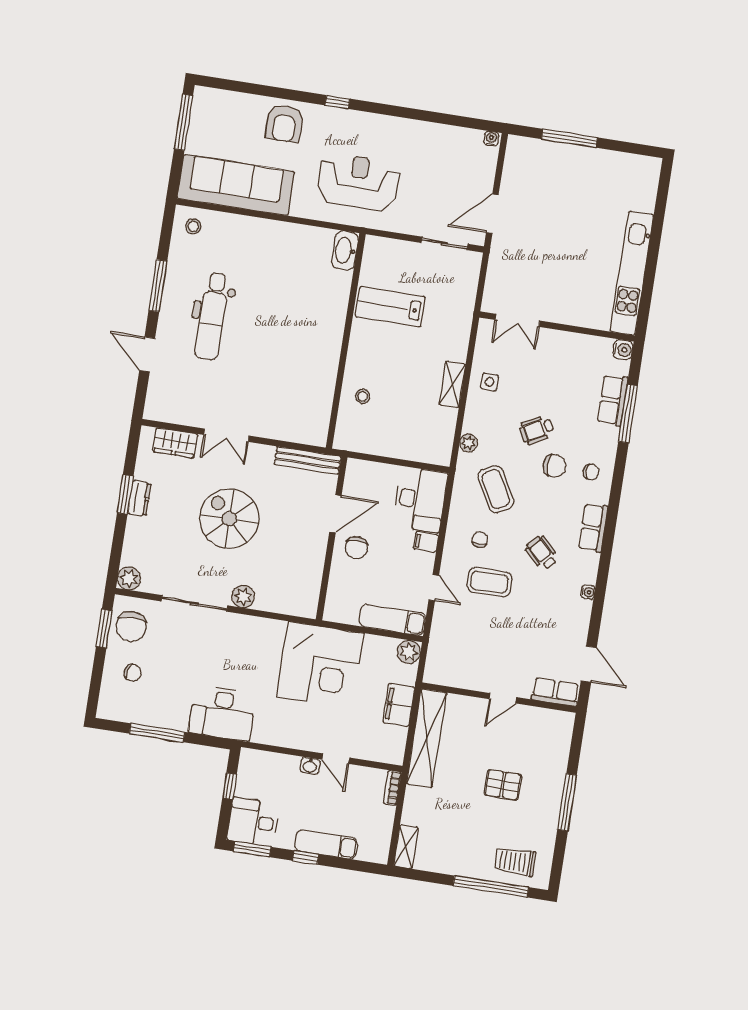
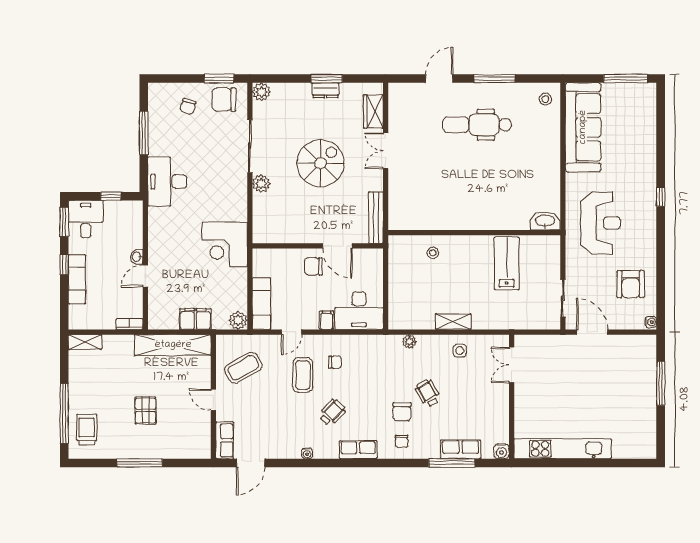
armchair: (284, 123) -> (631, 284), moved, turned -90
coffee table: (496, 489) -> (243, 368), moved
corner desk: (320, 665) -> (225, 244), width x0.74, depth x0.74

